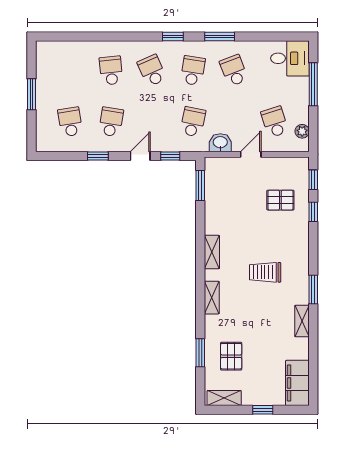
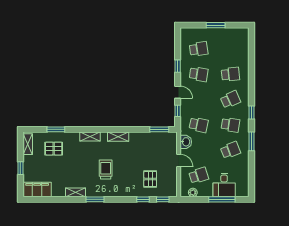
desk: (290, 58) -> (224, 185), moved

